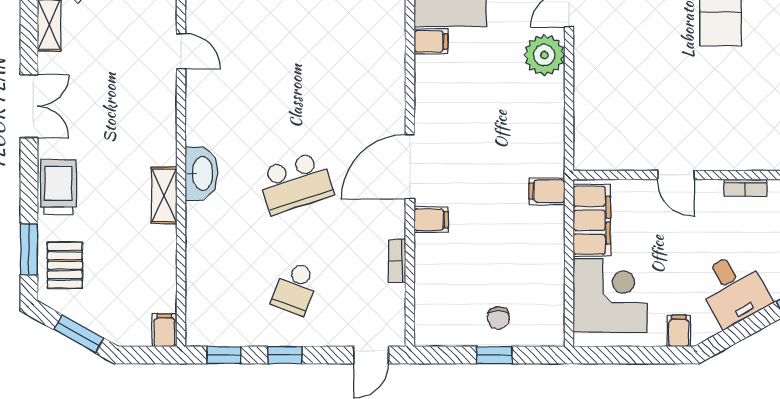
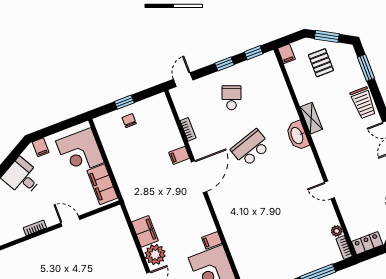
filing cabinet: (547, 191) -> (145, 231), moved, width x2.00
pallet: (65, 265) -> (321, 63), moved

